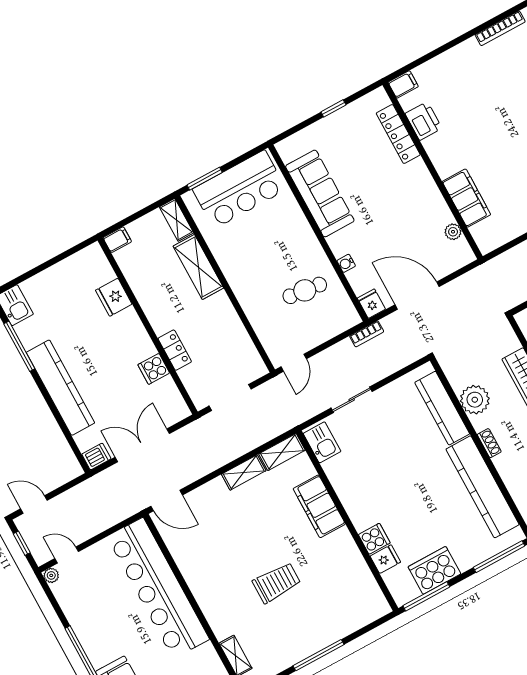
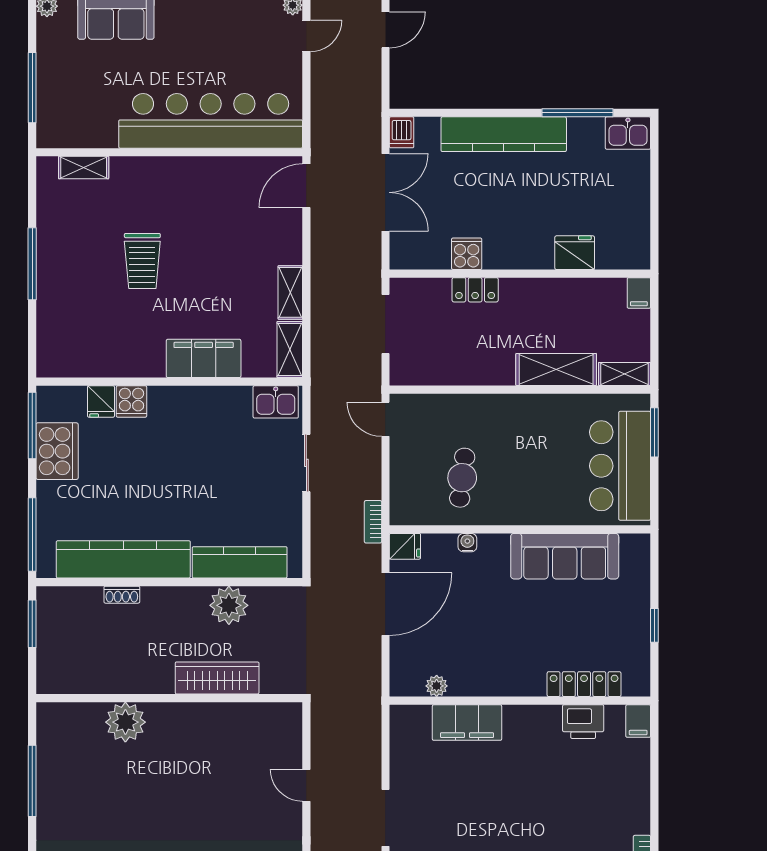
shoe rack: (489, 443) -> (122, 595), moved

